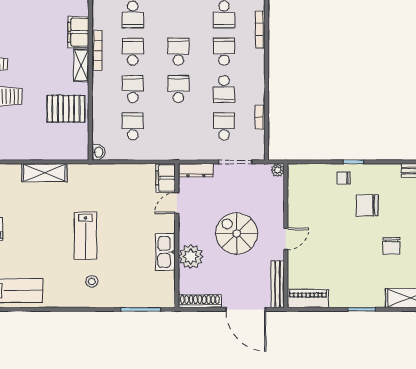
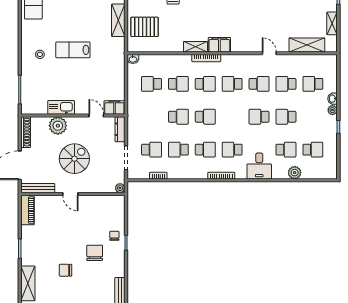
pallet: (66, 109) -> (145, 27), moved, turned 90
school desk: (133, 126) -> (152, 84), turned 180

